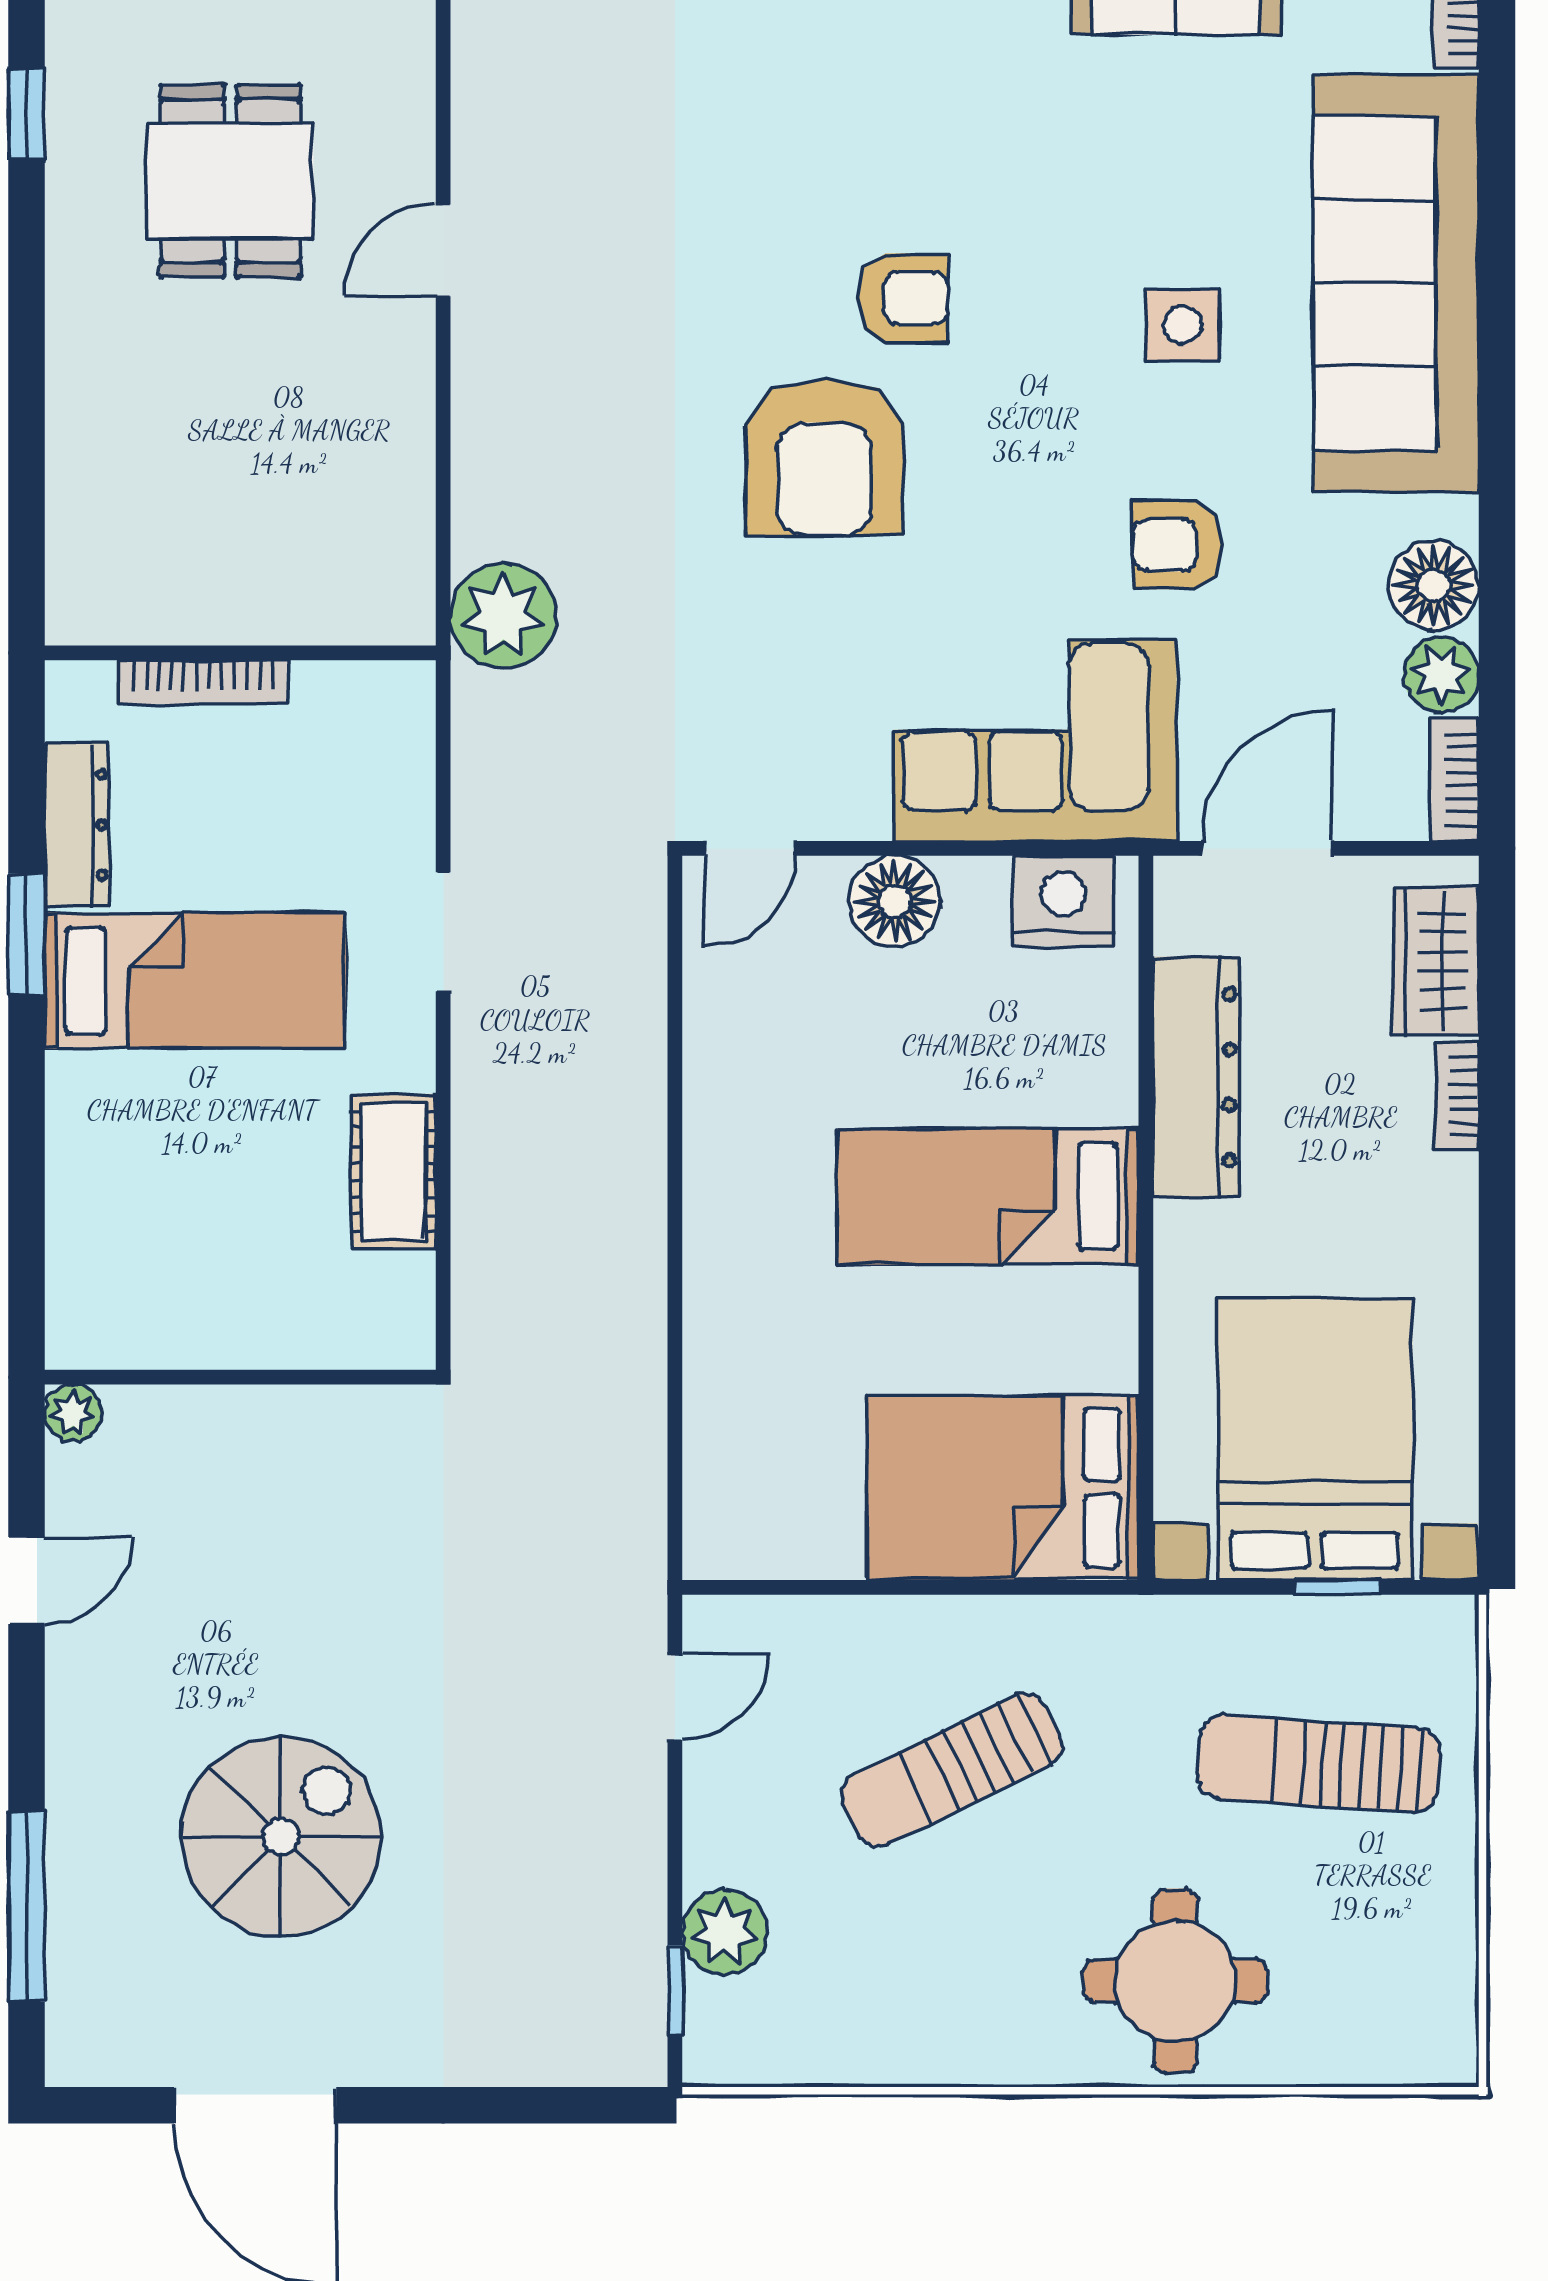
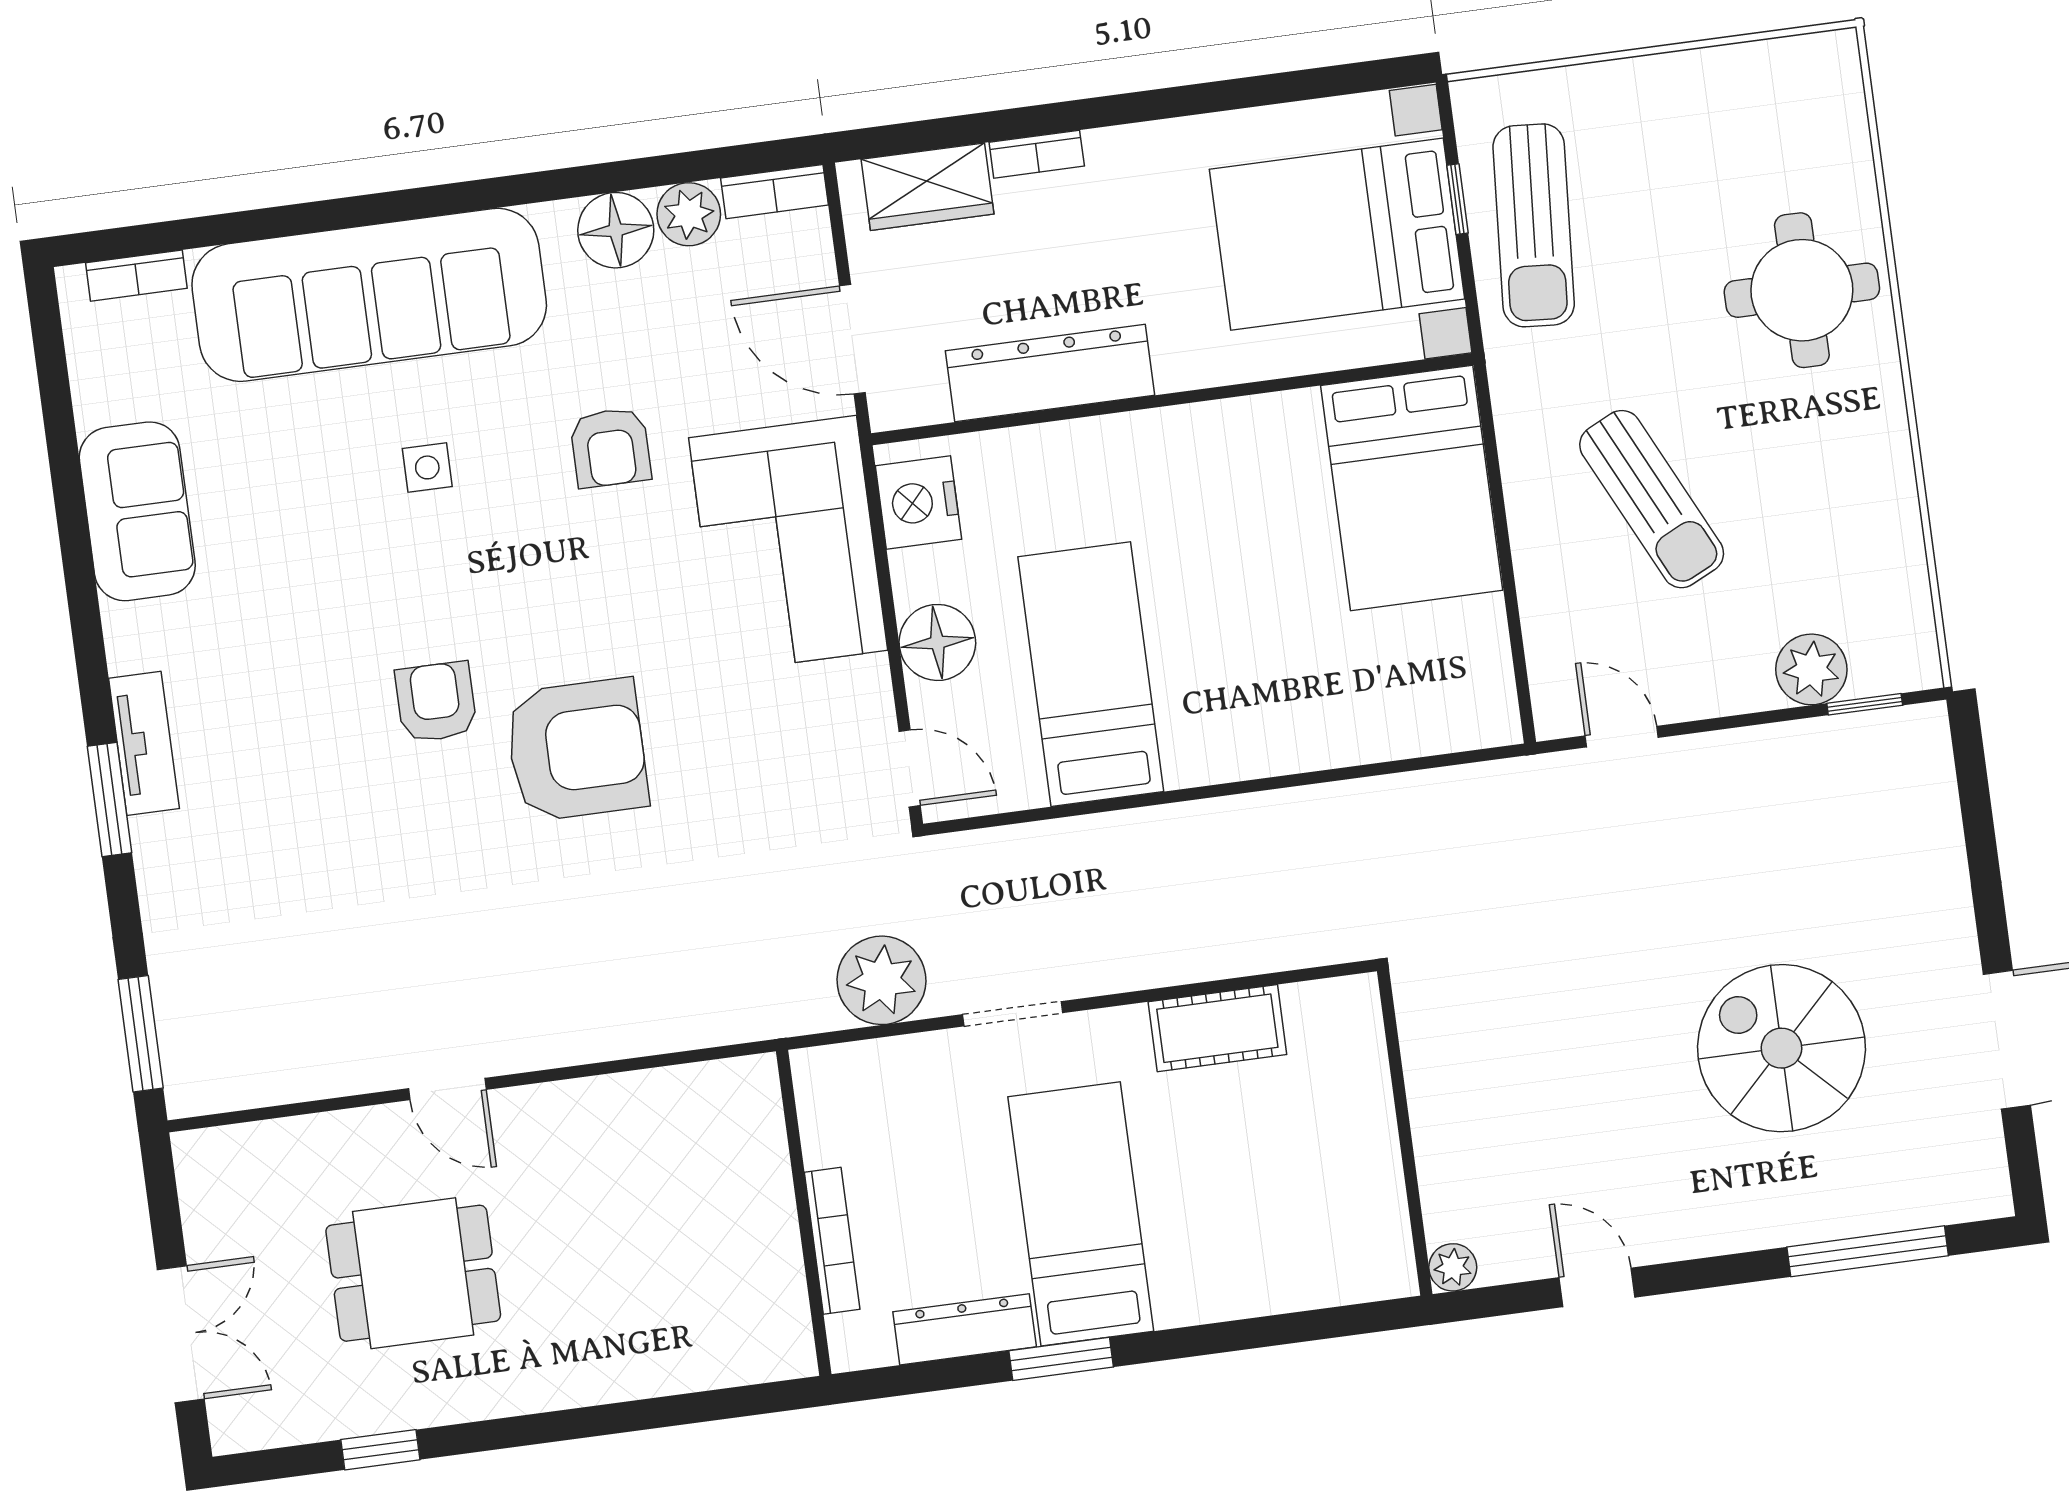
side table: (1182, 325) -> (427, 467), width x0.73, depth x0.73
plant: (503, 616) -> (881, 980), moved
bed: (988, 1197) -> (1091, 674), moved, turned 180
sun lounger: (1318, 1764) -> (1534, 225), moved

